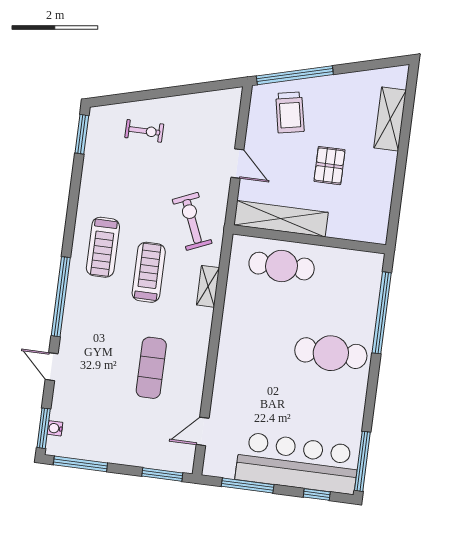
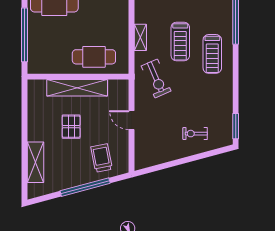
window: (295, 75) -> (85, 187), moved
shelving: (281, 219) -> (77, 88), moved
treadmill: (103, 247) -> (212, 54), turned 180

